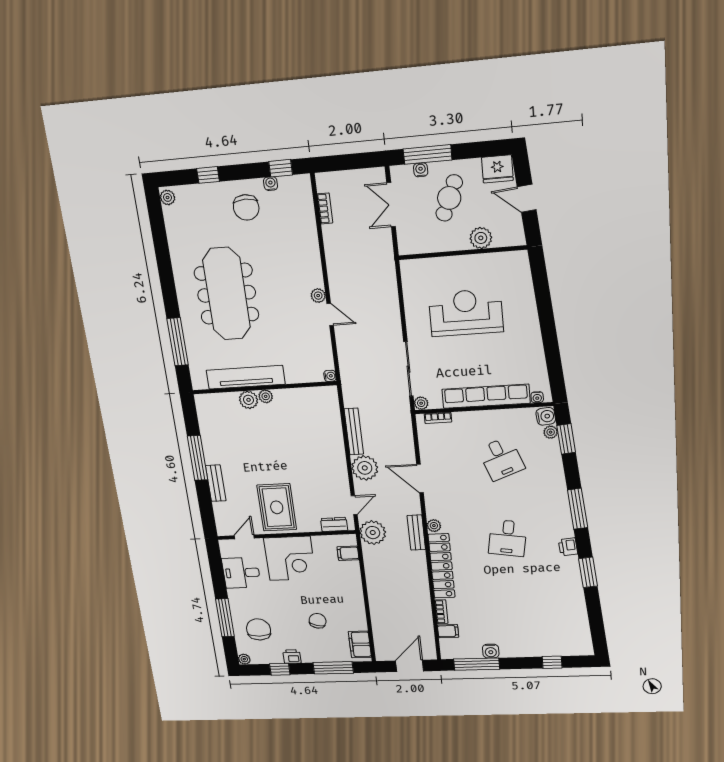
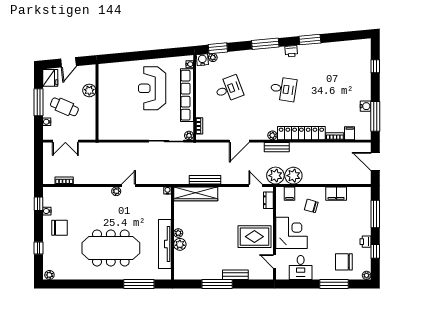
window: (428, 154) -> (38, 102), moved
reception desk: (466, 313) -> (152, 88), moved
wardrobe: (330, 419) -> (196, 194), added
plant: (365, 468) -> (293, 176), moved
chair: (318, 621) -> (311, 206), moved
filing cabinet: (360, 644) -> (336, 194), moved

